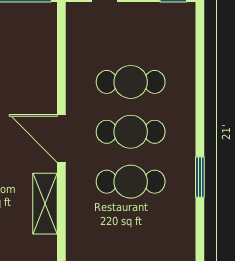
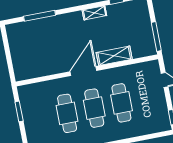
shelving: (45, 204) -> (114, 56), moved

